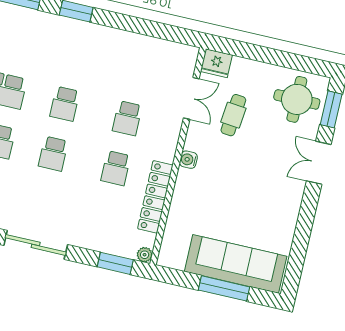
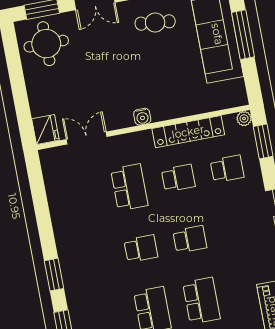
cafe table: (233, 115) -> (155, 22), moved
school desk: (127, 118) -> (129, 187), width x1.85
school desk: (104, 218) -> (227, 169), added

